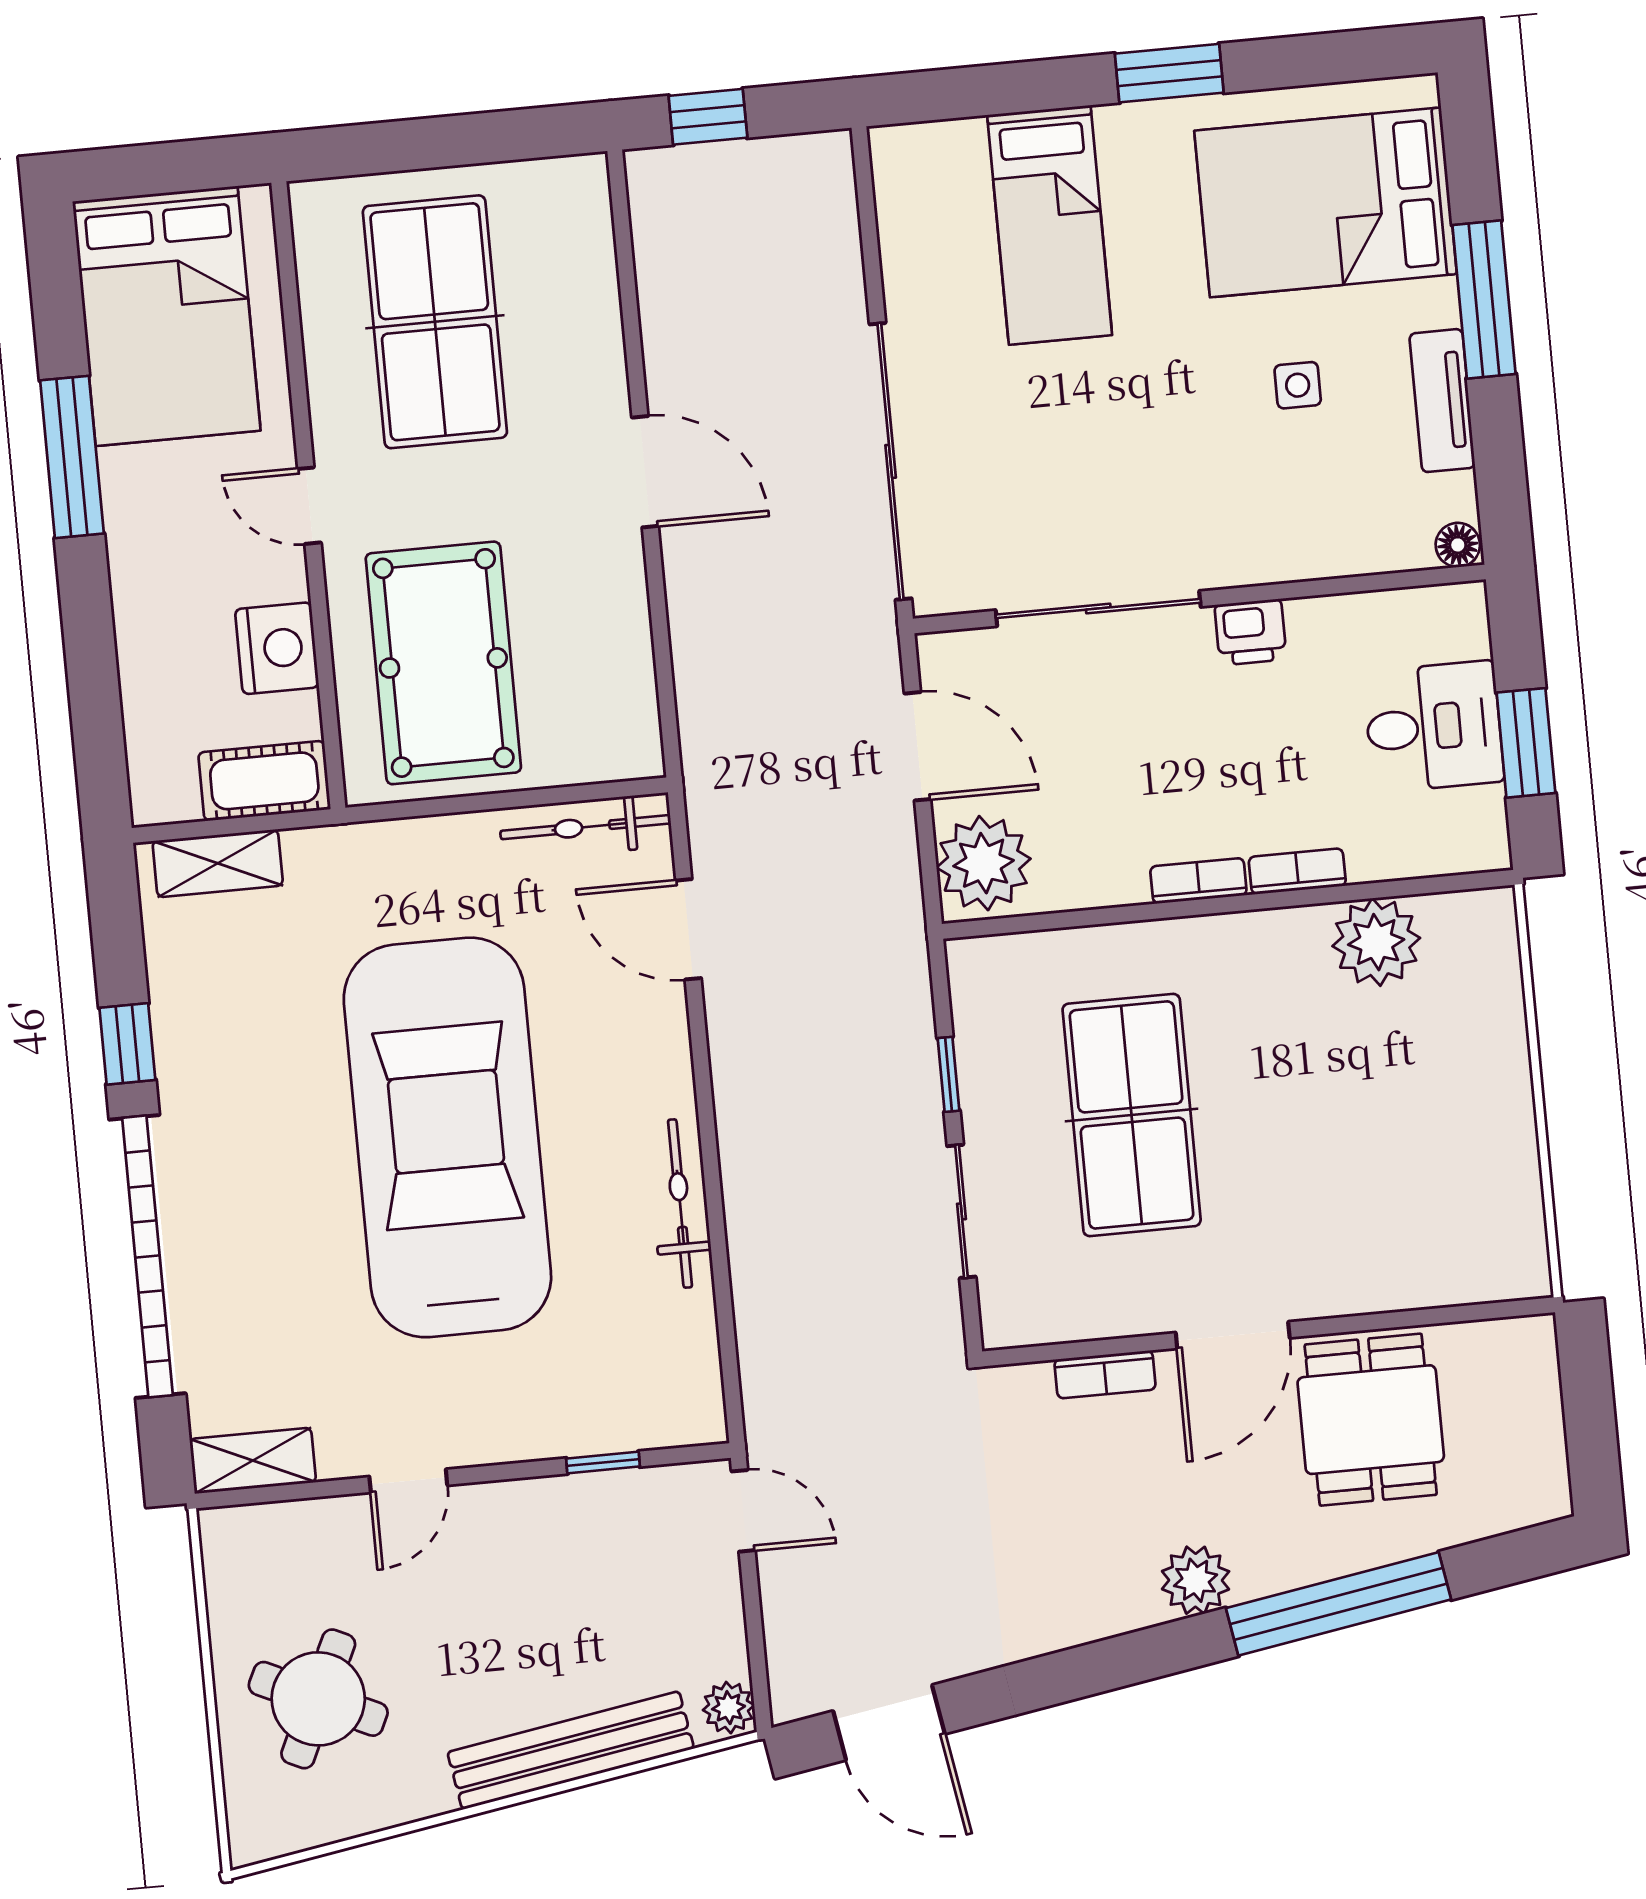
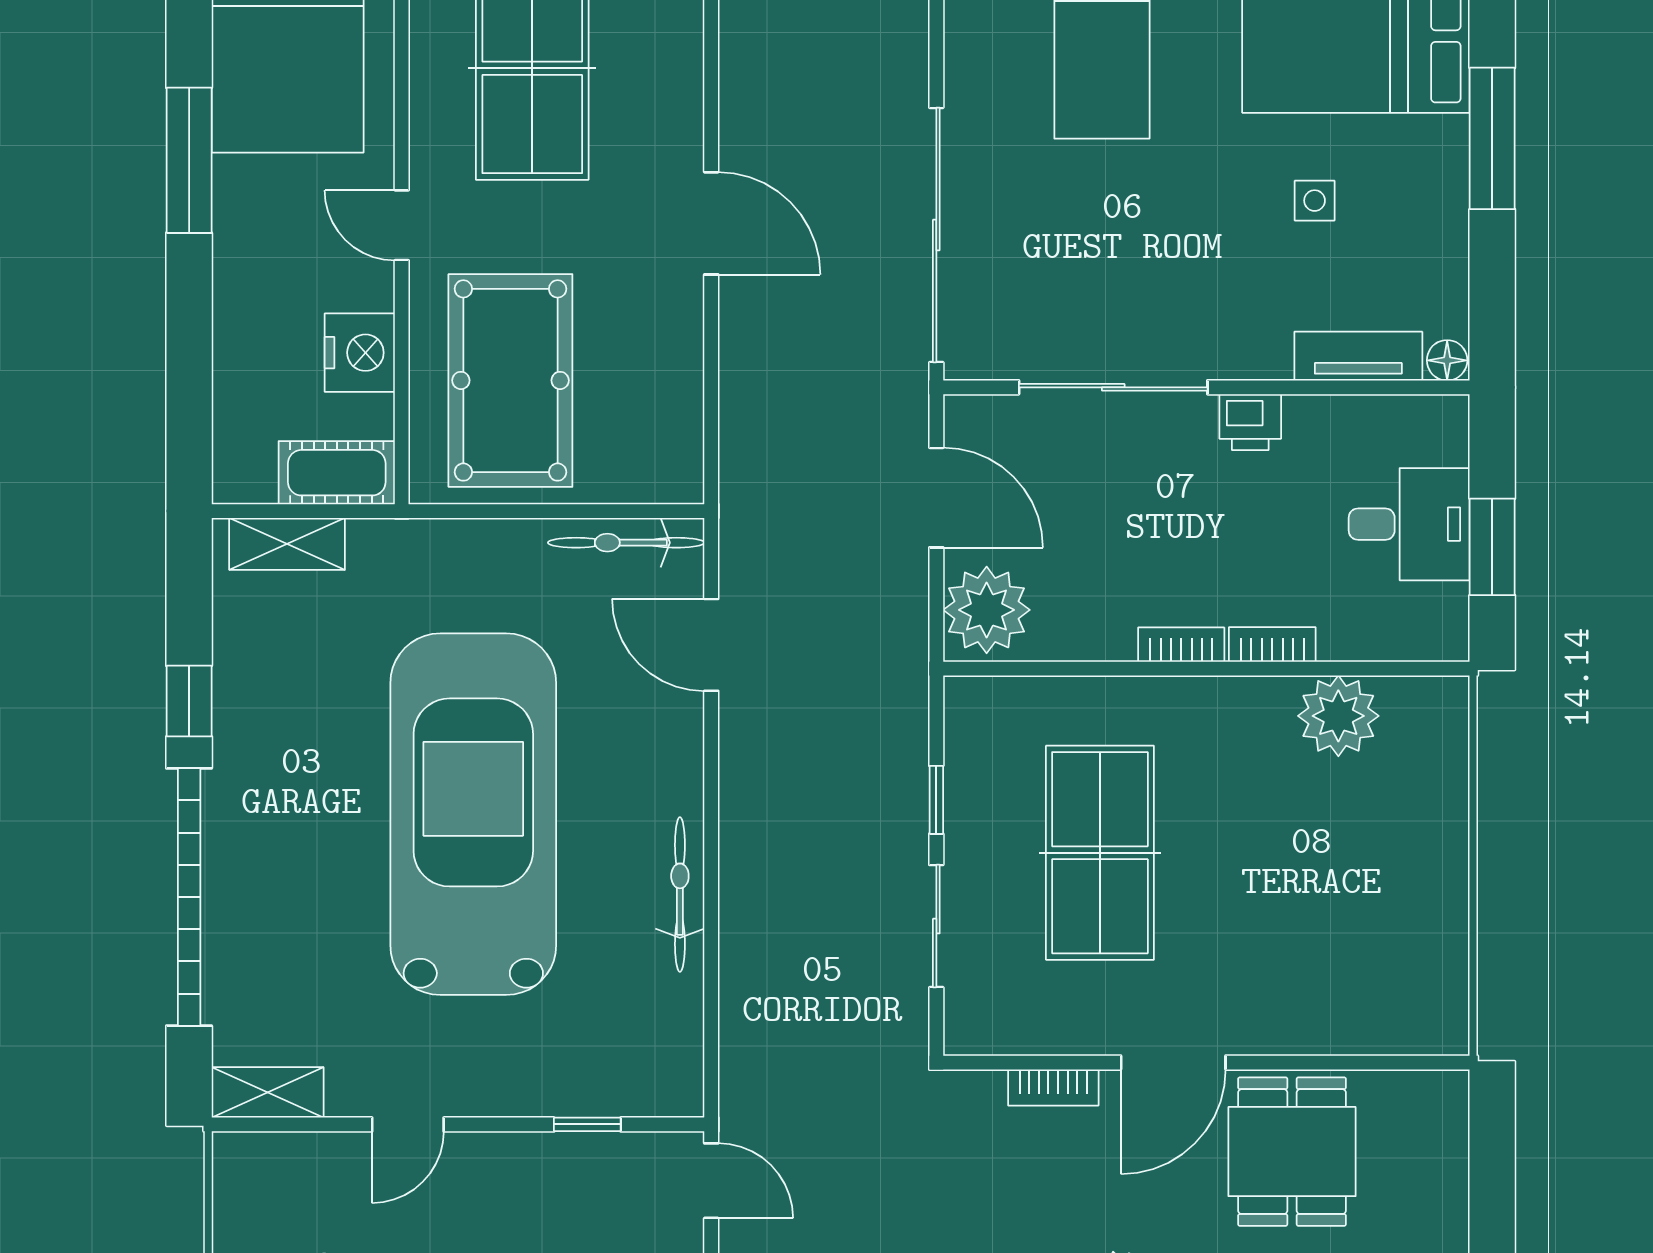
tv unit: (1442, 401) -> (1358, 356), moved, turned 90

